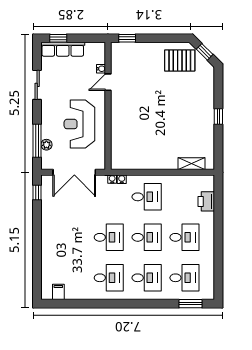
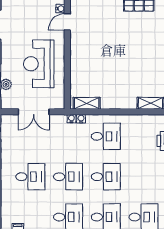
shelving: (127, 164) -> (87, 103), added
double door: (74, 172) -> (34, 112), width x0.73
desk: (184, 237) -> (30, 177), moved

